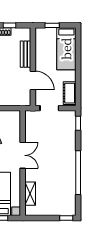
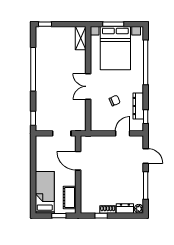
bench: (25, 54) -> (85, 187), removed
cot: (70, 93) -> (70, 197), moved
shelving: (30, 194) -> (81, 38), moved

